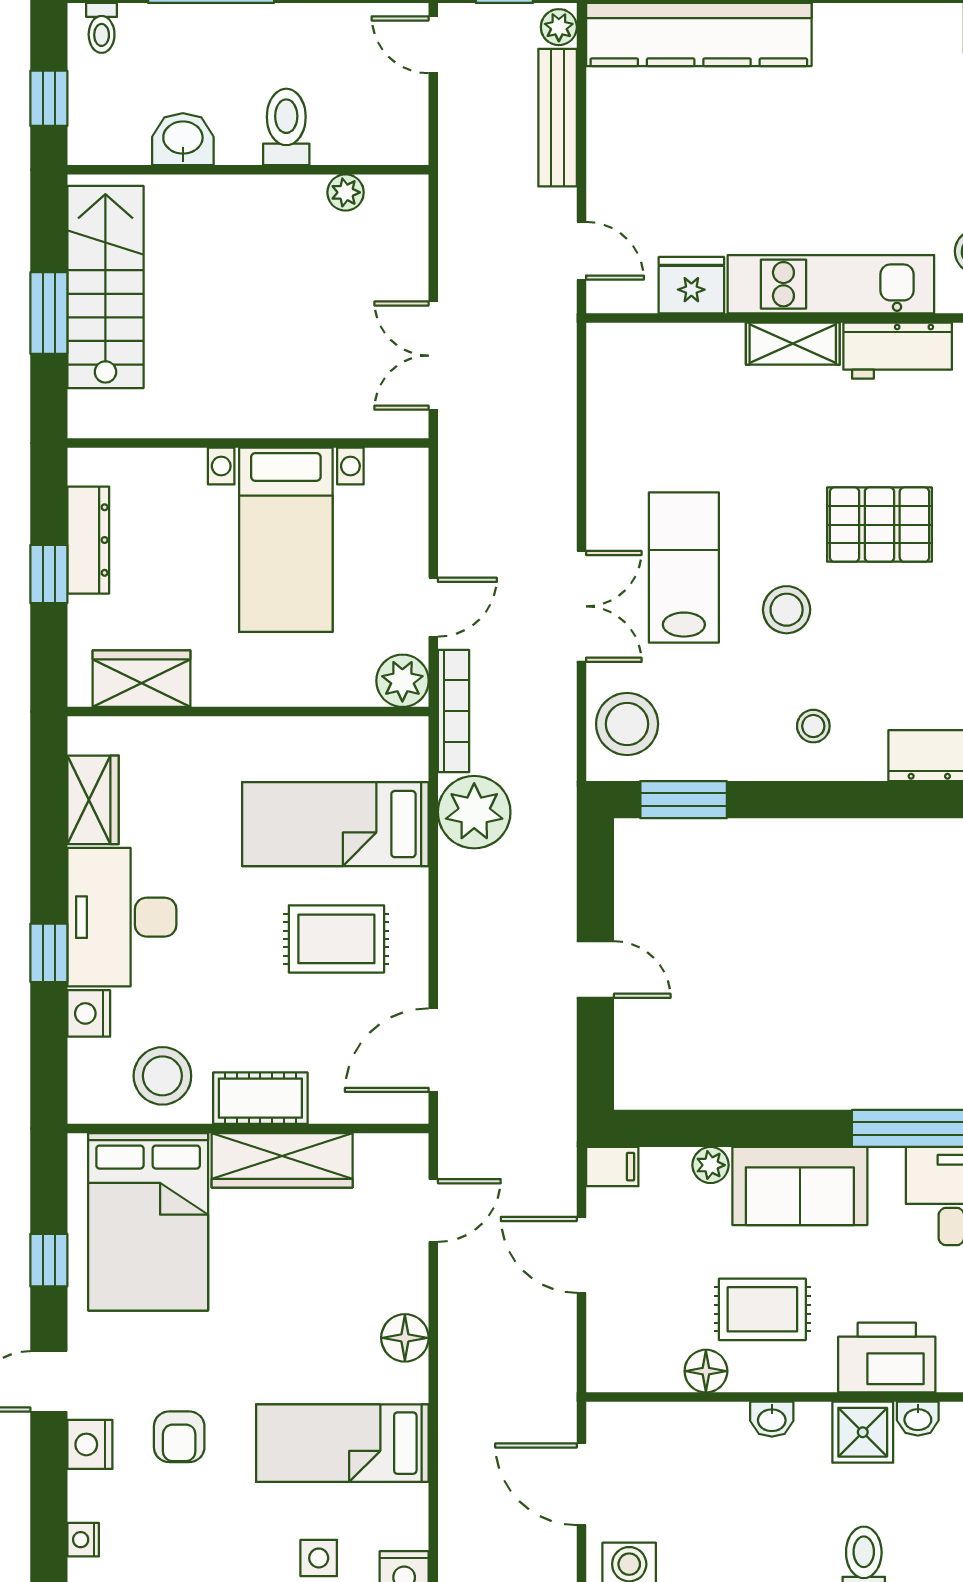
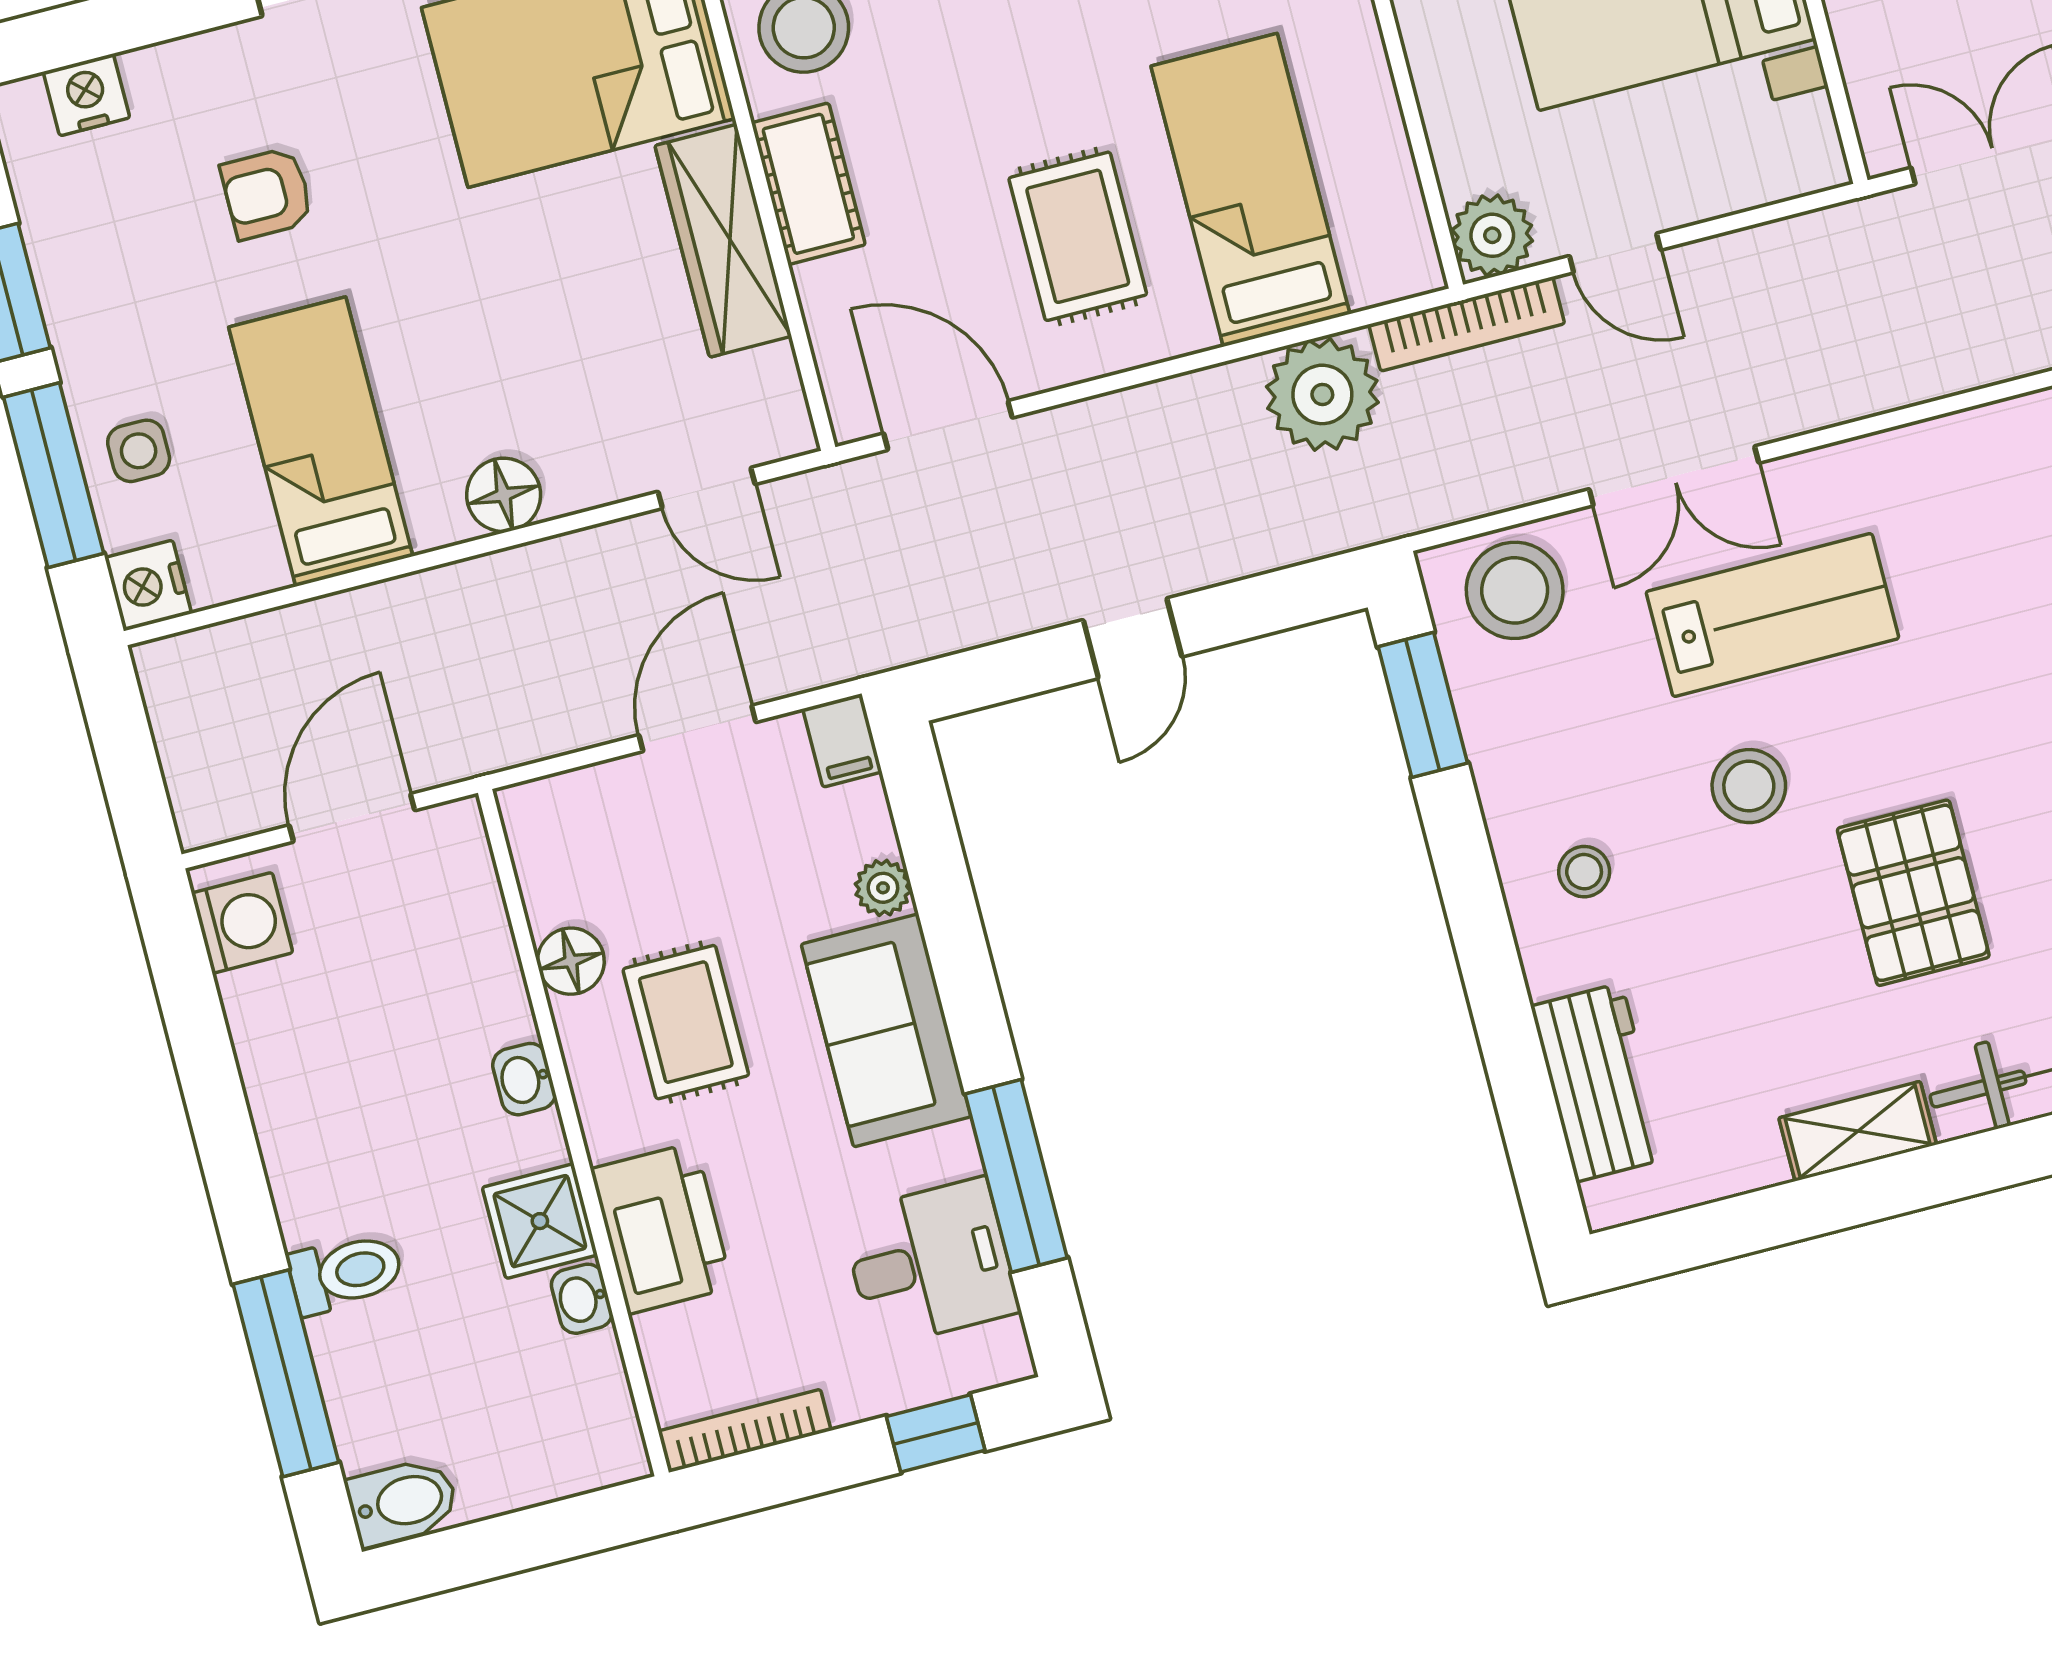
nightstand: (90, 1444) -> (220, 62), removed
nightstand: (83, 1540) -> (86, 95), width x1.39, depth x1.35

